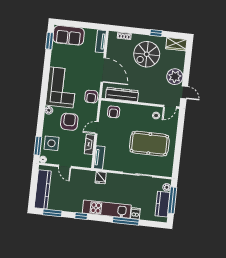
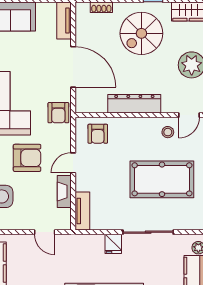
dresser: (122, 94) -> (134, 104), moved
armchair: (69, 122) -> (27, 158), turned 90
door: (65, 167) -> (45, 232), moved
fridge: (101, 178) -> (113, 244), moved

